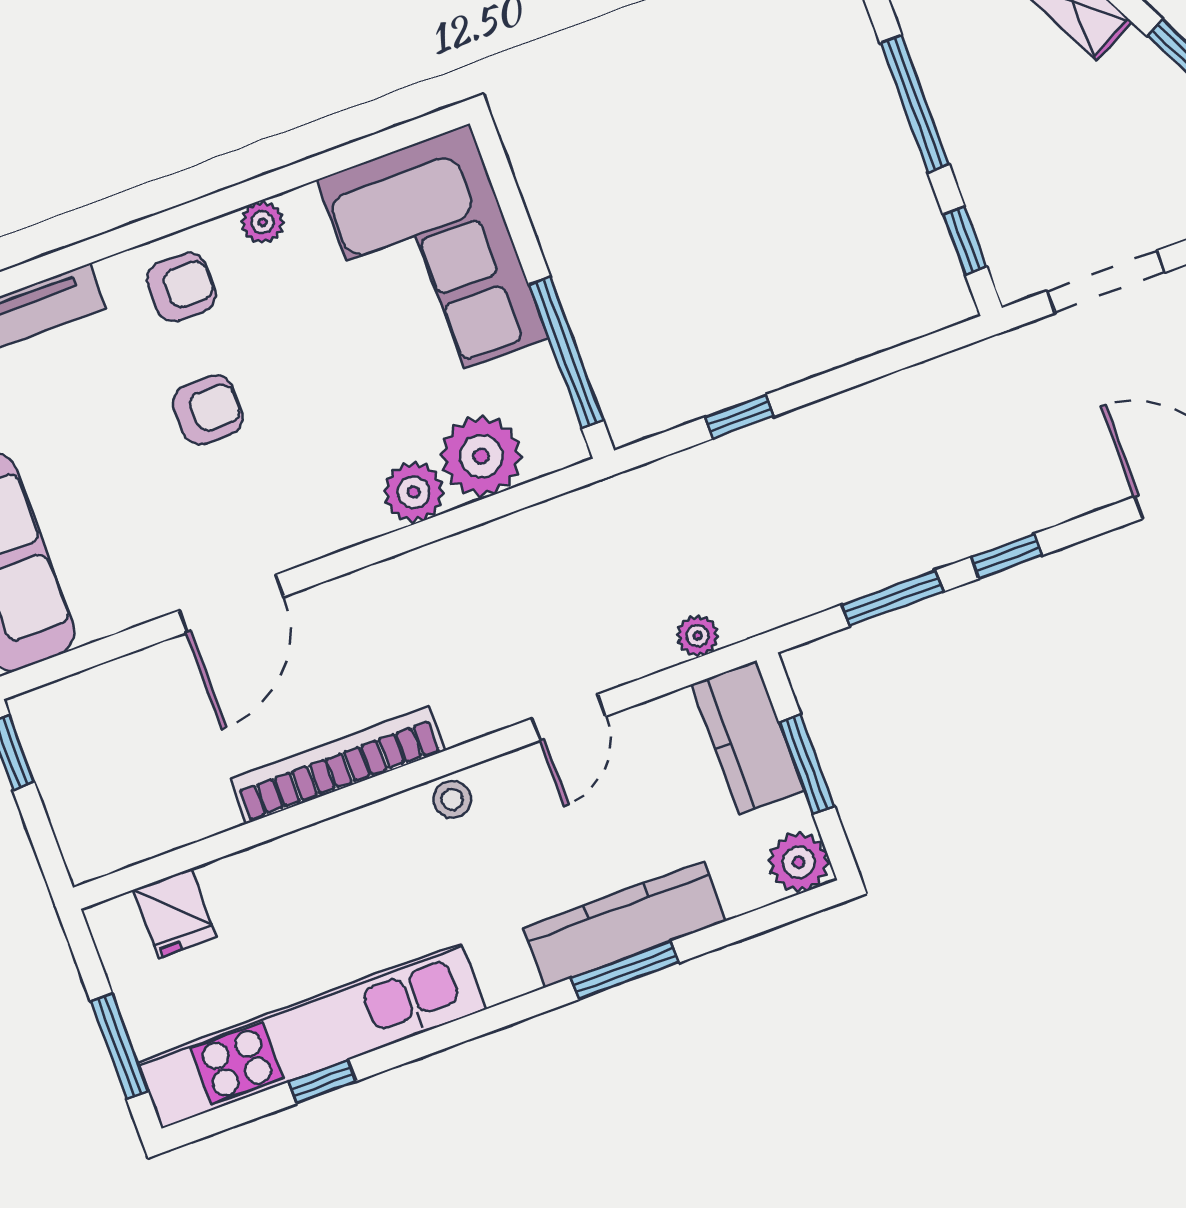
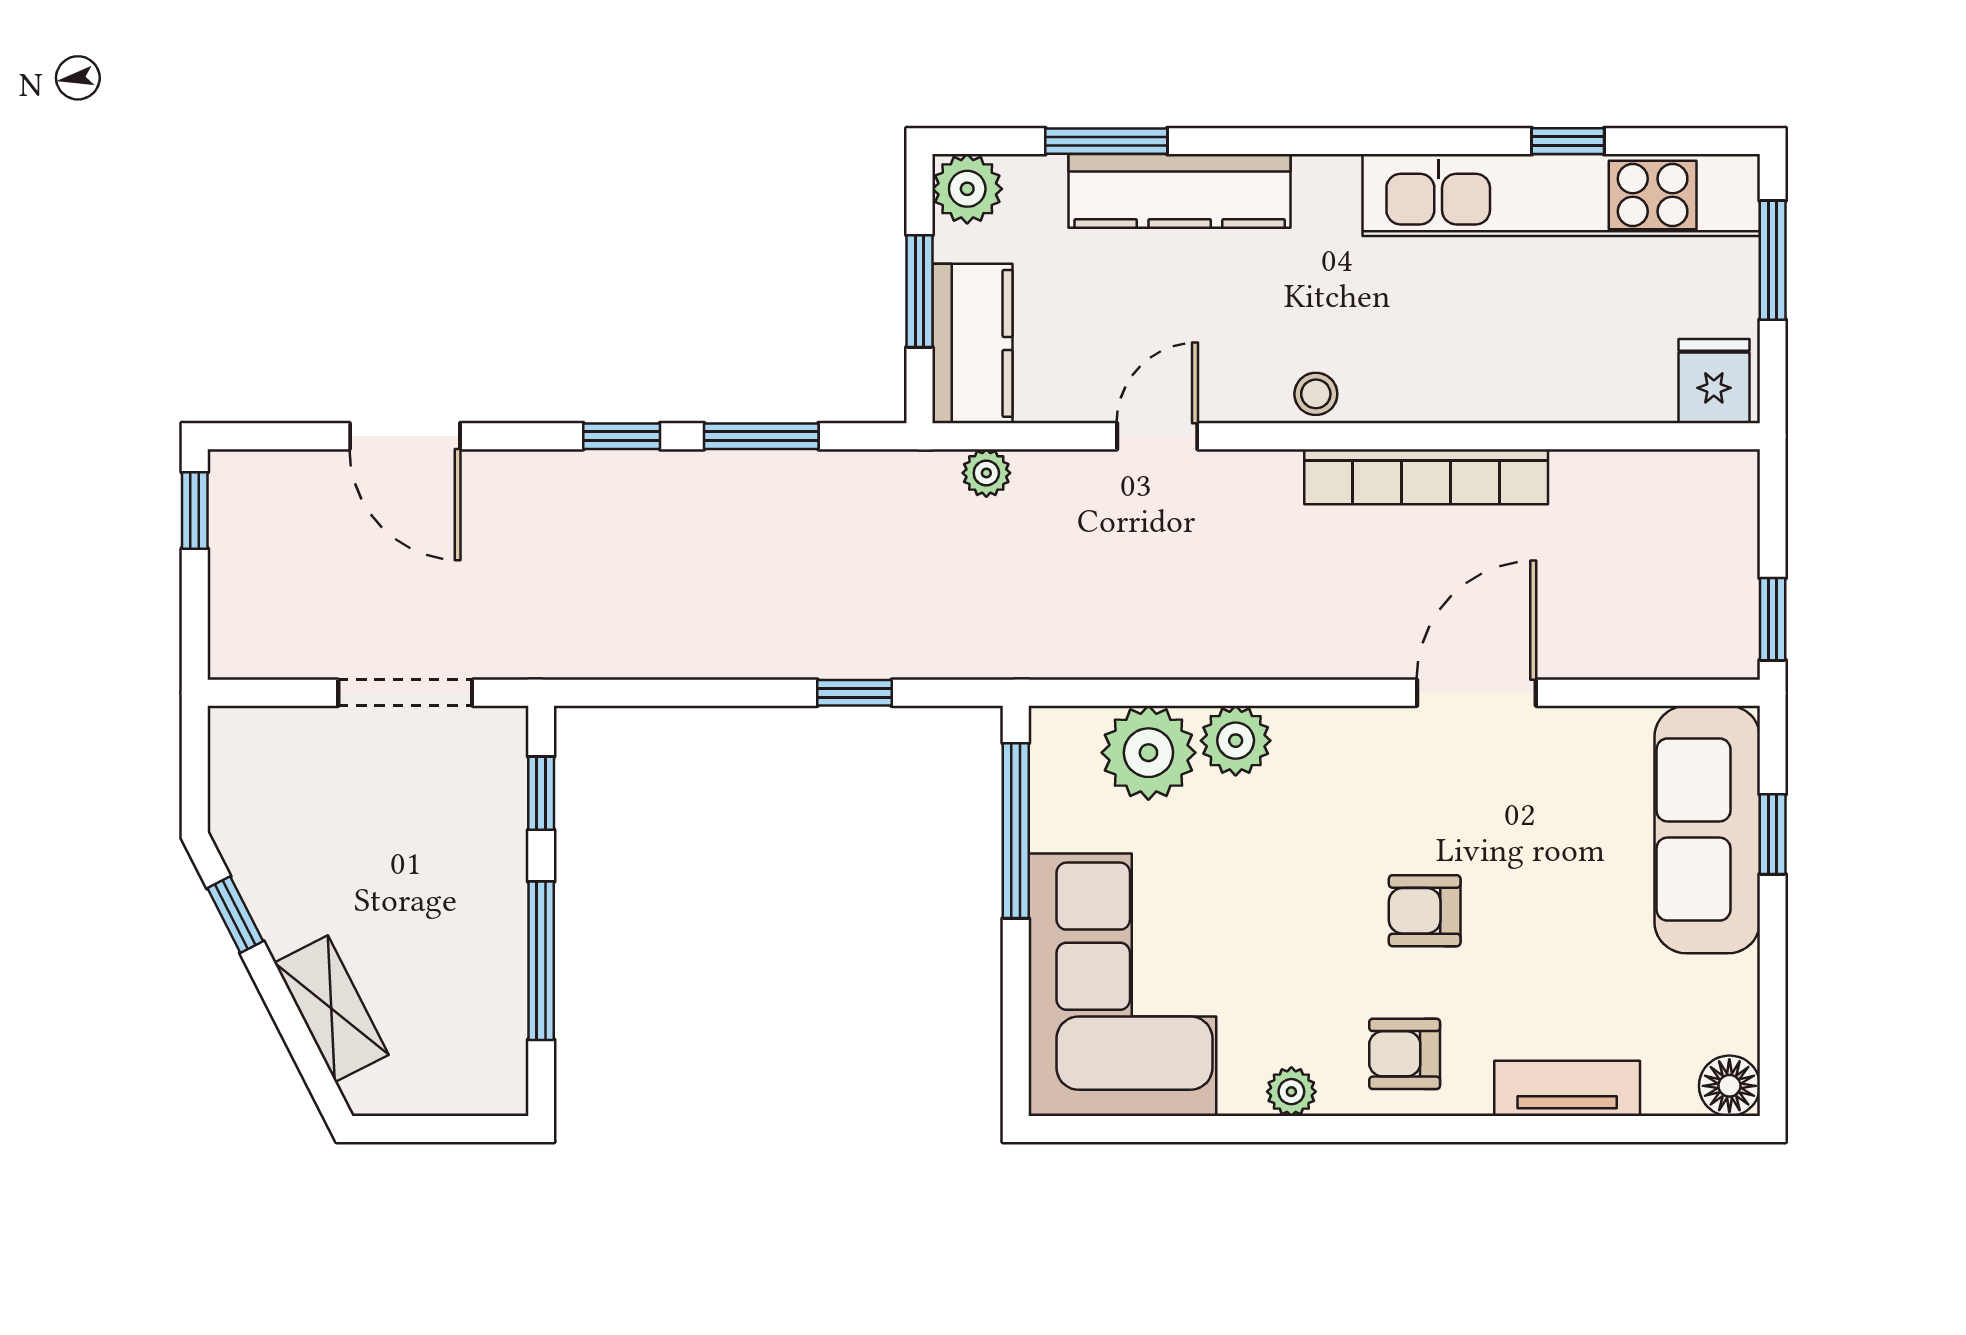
fridge: (175, 913) -> (1714, 381), moved
window: (625, 970) -> (1106, 141), moved

